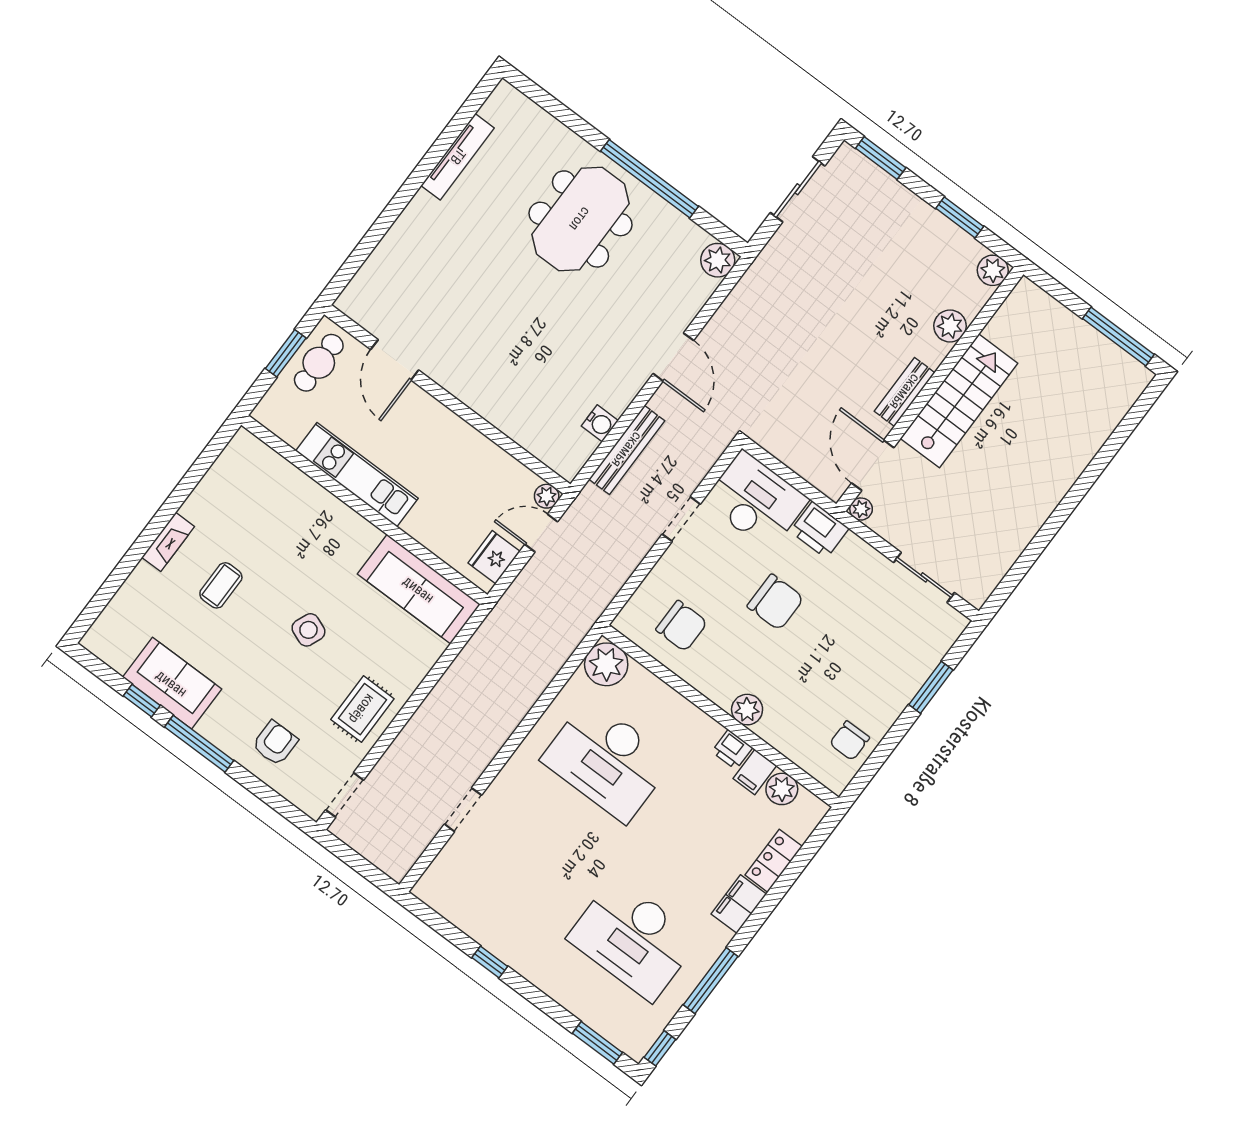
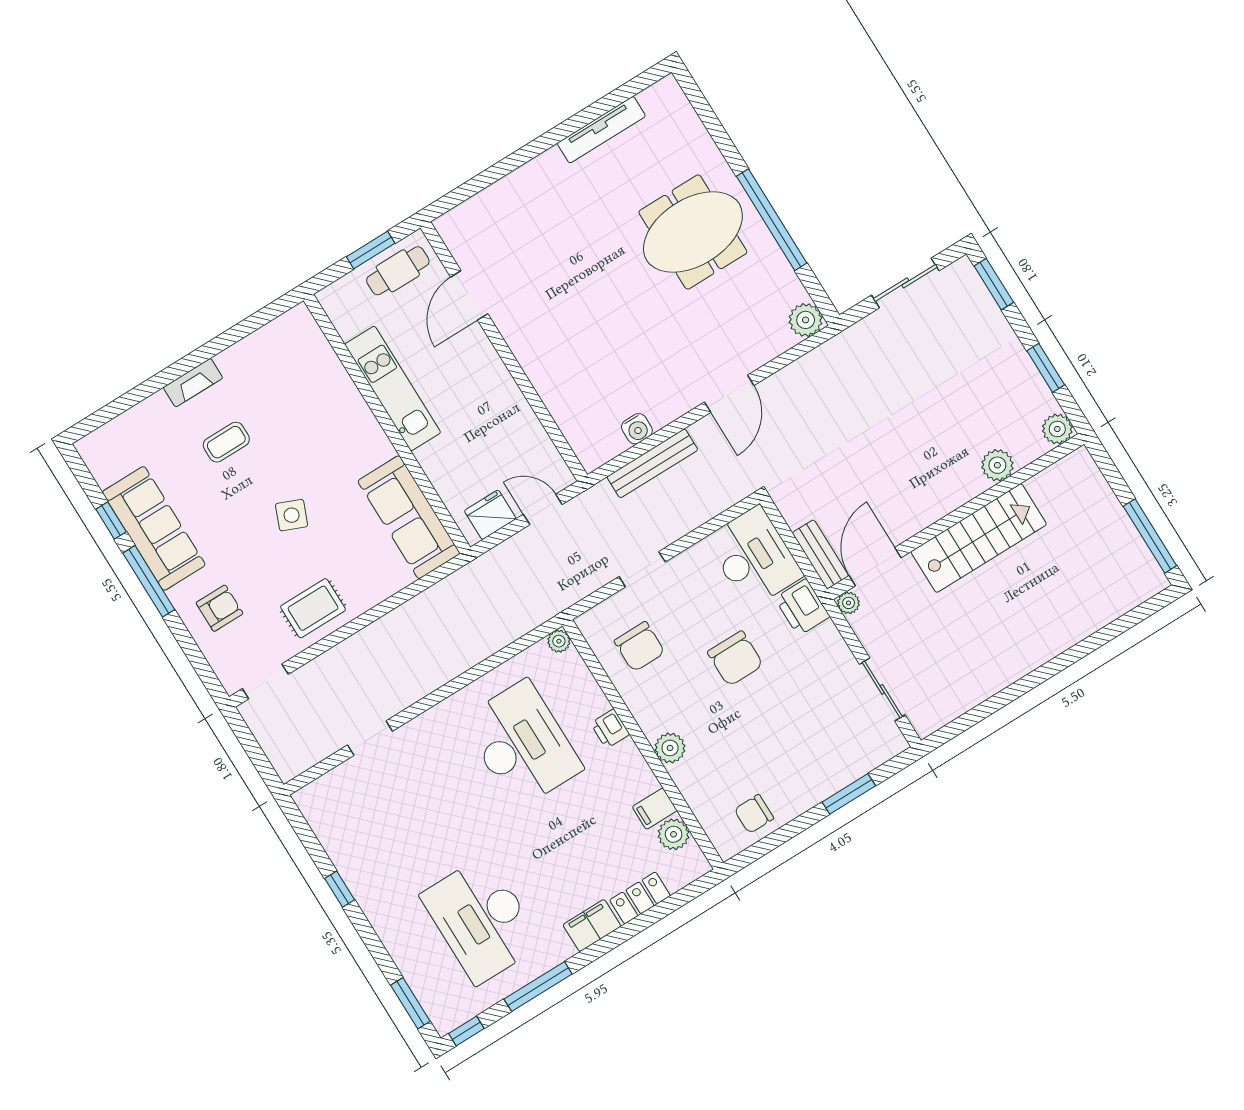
bench: (905, 392) -> (820, 554), moved, turned 90
plant: (547, 496) -> (561, 477), removed
doorway: (681, 519) -> (642, 569), moved
plant: (606, 664) -> (559, 641), width x0.53, depth x0.53
sofa: (172, 683) -> (154, 528), width x1.36
printer: (732, 750) -> (610, 729), moved
desk: (607, 760) -> (522, 744), turned 180

